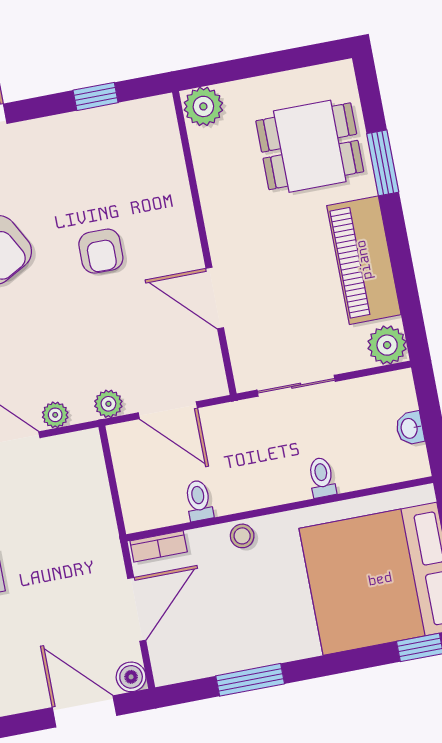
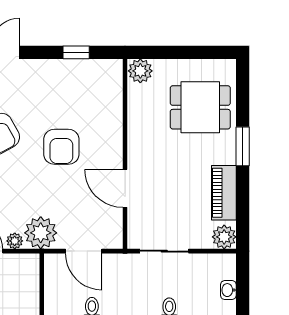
window: (383, 163) -> (243, 146), moved
armchair: (101, 251) -> (61, 147), width x1.38, depth x1.38
piano: (364, 260) -> (224, 193), width x0.73, depth x0.75
plant: (108, 404) -> (41, 233), width x1.88, depth x1.88

